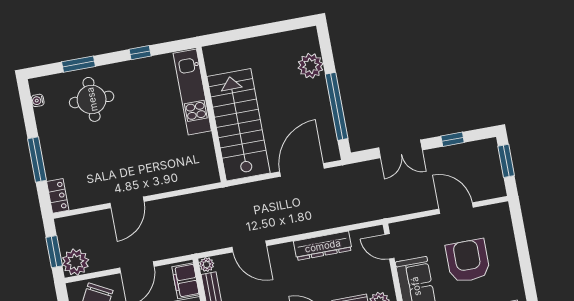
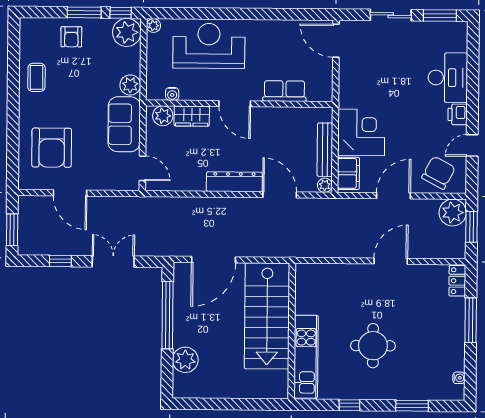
round table: (92, 99) -> (373, 346), moved
dresser: (323, 246) -> (234, 182), moved
armchair: (468, 261) -> (52, 148), moved

